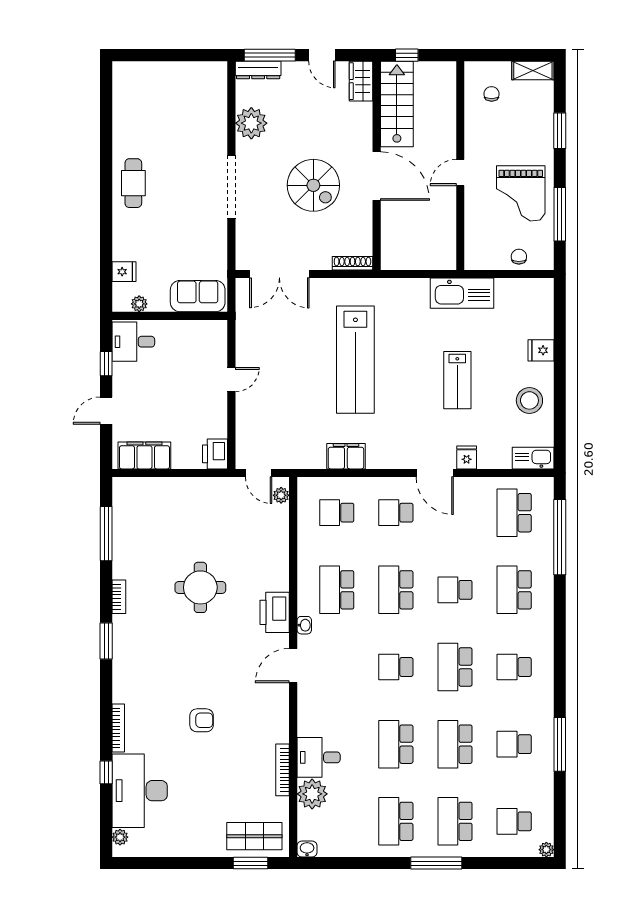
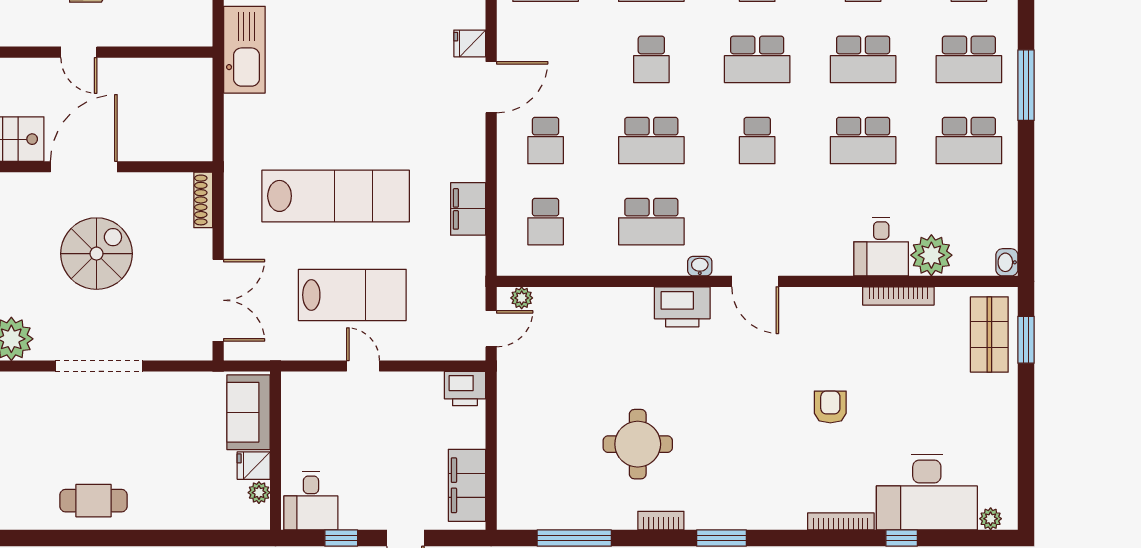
fridge: (124, 272) -> (254, 466), moved, turned -90
lab bench: (457, 380) -> (352, 295), moved, width x1.36, depth x1.39
round table: (200, 587) -> (638, 444), moved

